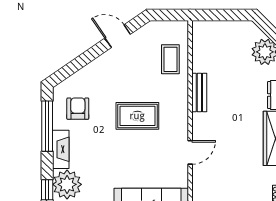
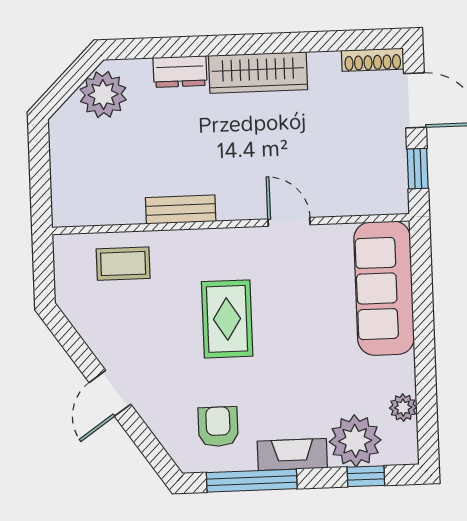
door: (118, 36) -> (110, 393), moved
armchair: (78, 109) -> (218, 427), turned 90

